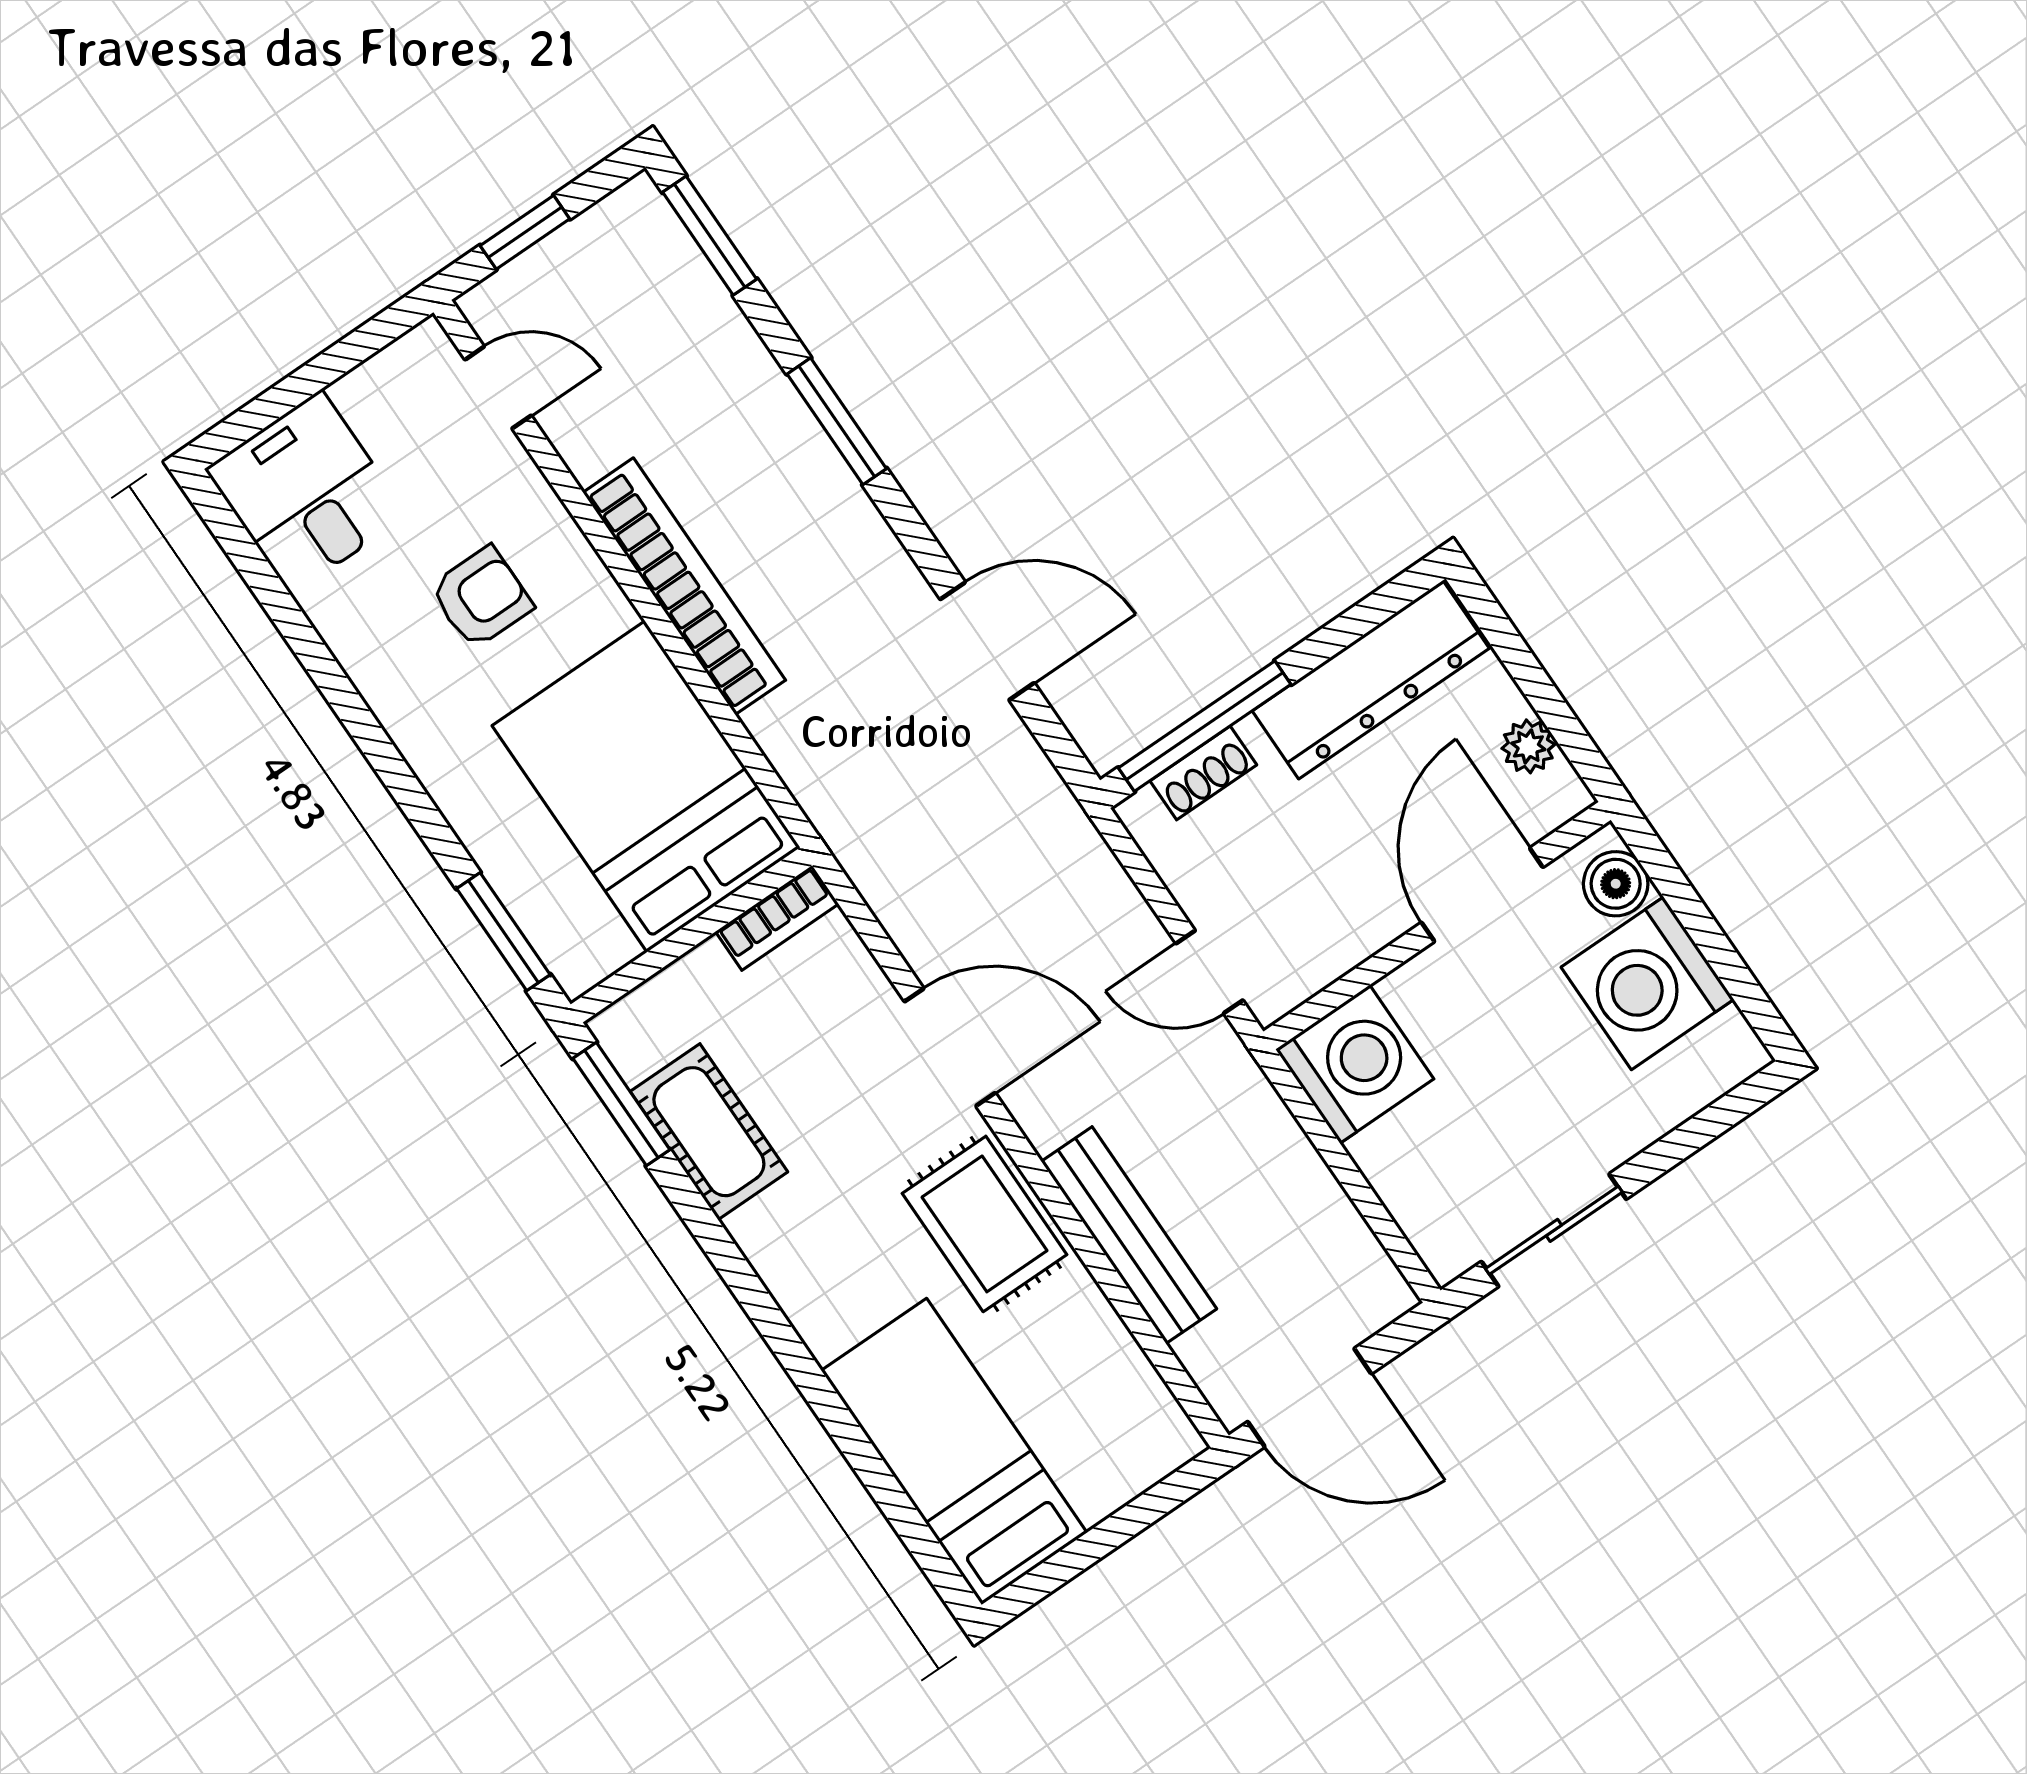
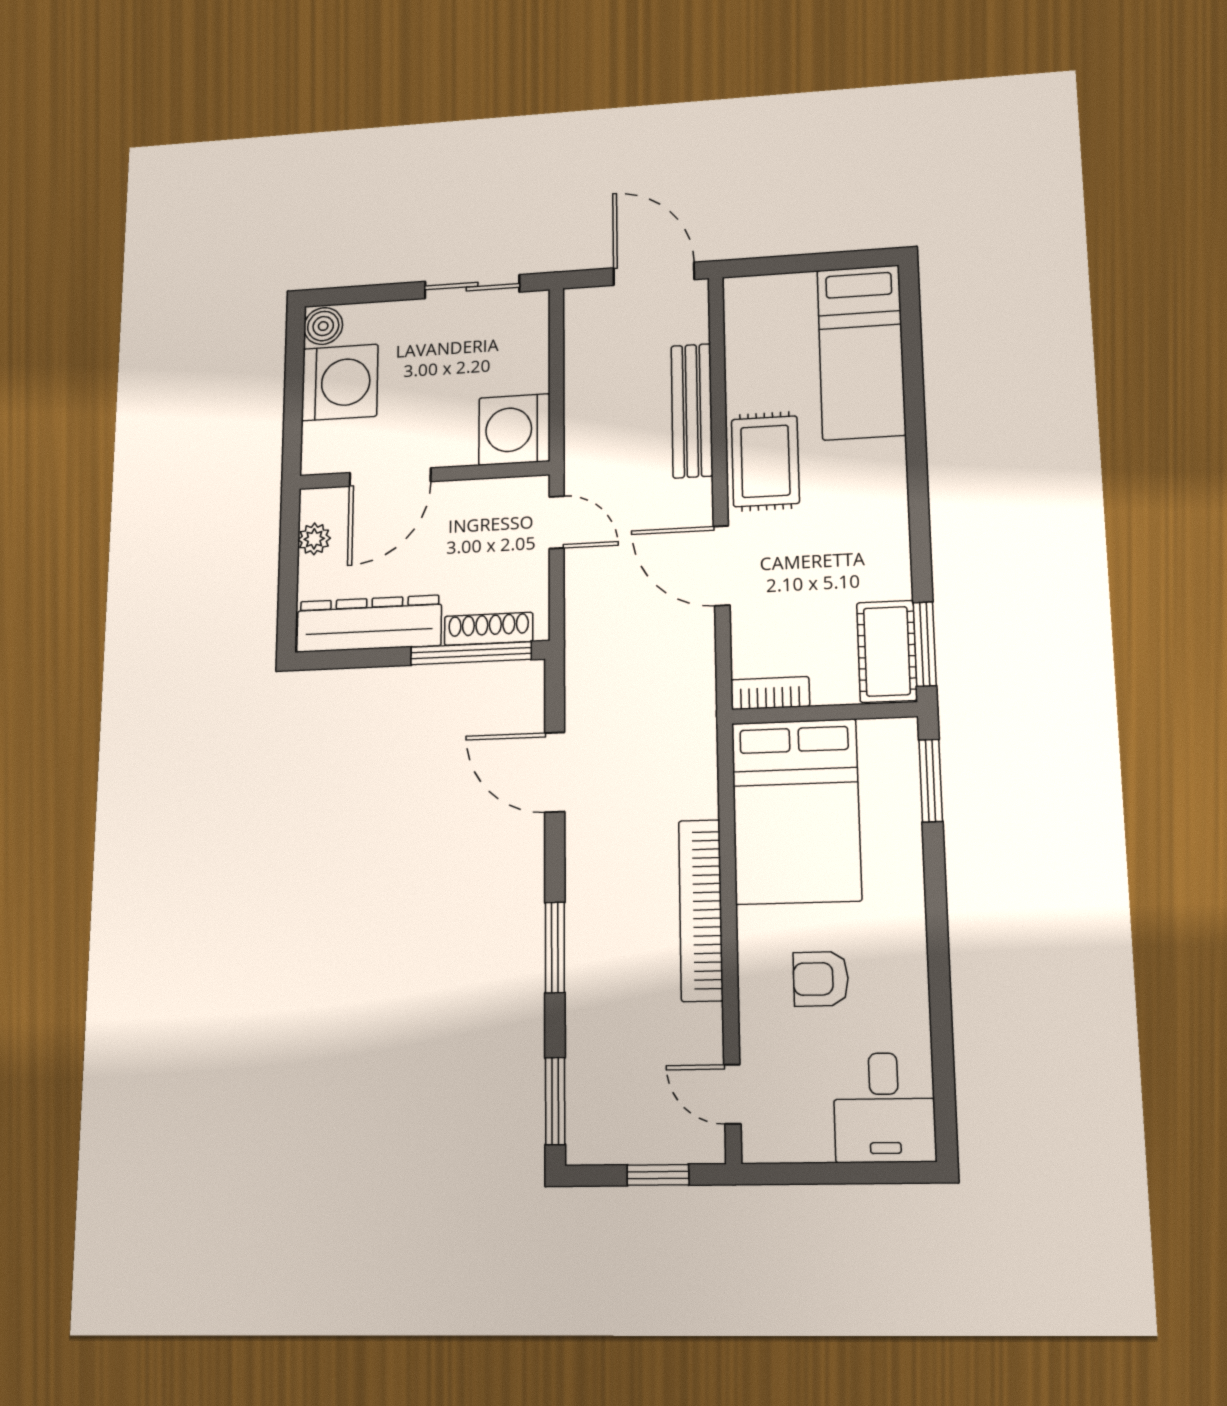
shoe rack: (1203, 773) -> (489, 629), width x1.43
boiler: (1616, 884) -> (323, 326), moved
cot: (709, 1132) -> (887, 651), moved

